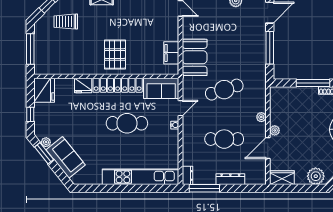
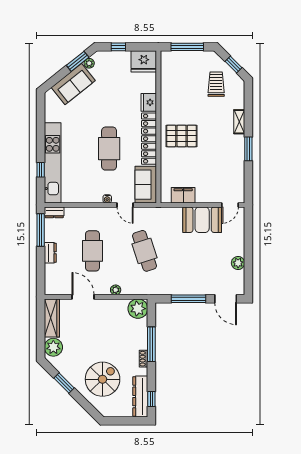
booth: (195, 57) -> (202, 220), moved
plant: (275, 130) -> (138, 309), moved, width x1.88, depth x1.88
wardrobe: (282, 178) -> (52, 318), width x1.50
dresser: (230, 179) -> (50, 253), width x0.70
window: (147, 188) -> (41, 170), added

